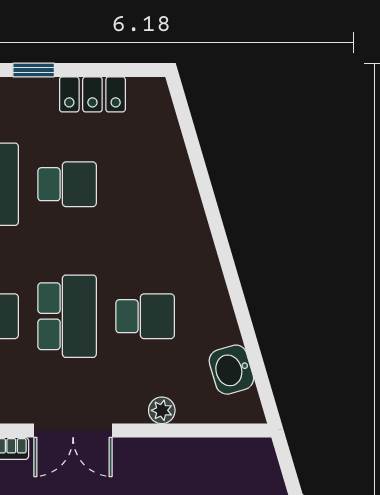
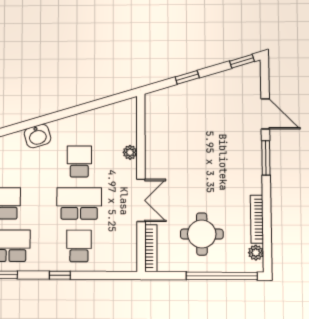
washbasin: (231, 370) -> (37, 136), moved

